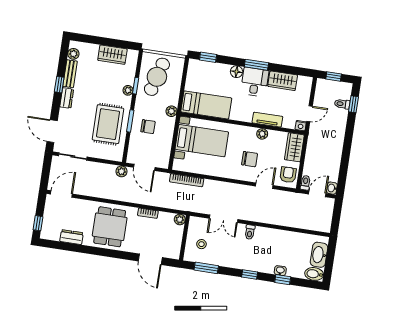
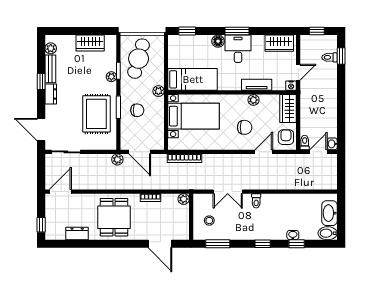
wardrobe: (283, 81) -> (279, 43), moved

